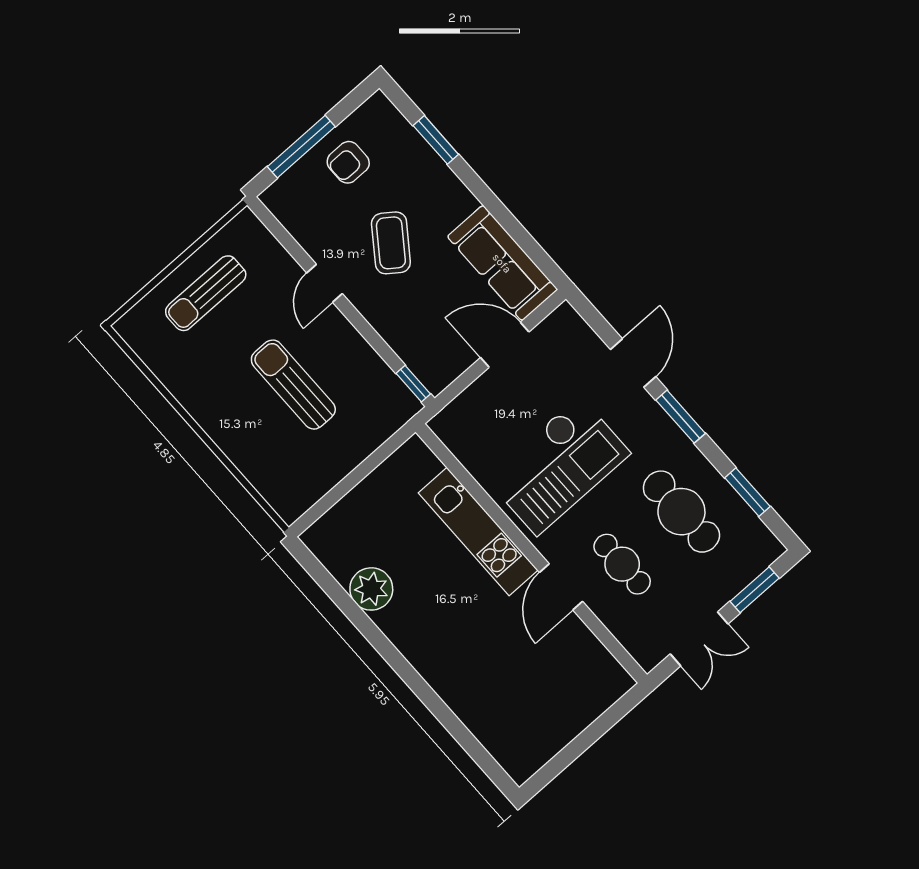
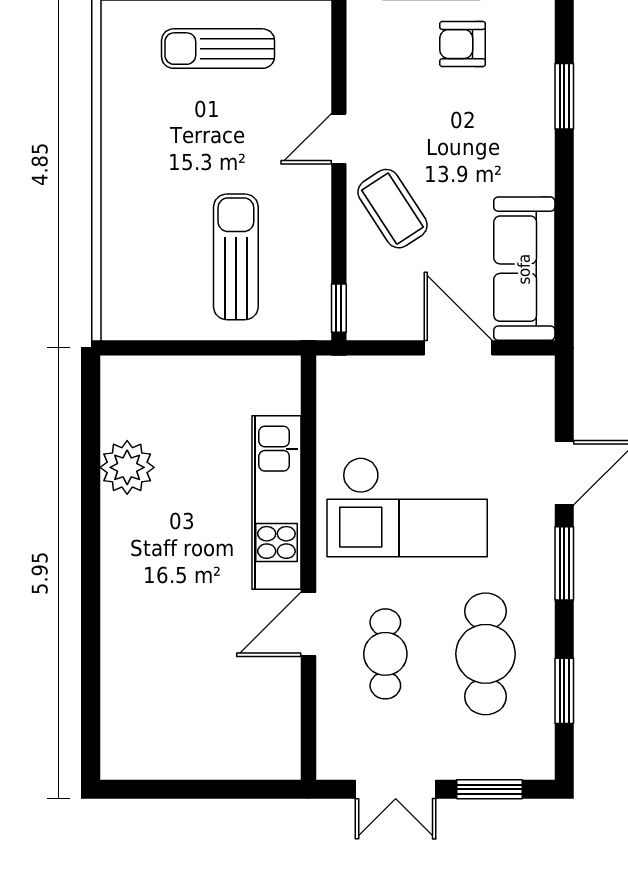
coffee table: (391, 243) -> (393, 209), moved, turned -69
sun lounger: (293, 385) -> (236, 257), moved

